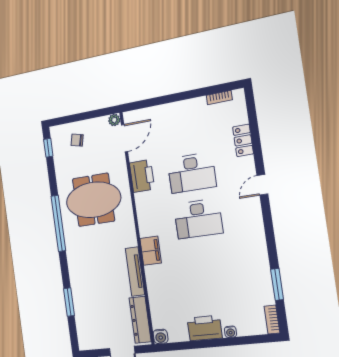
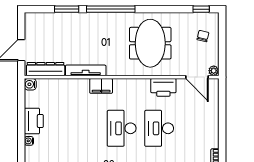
window: (58, 223) -> (111, 9), moved

